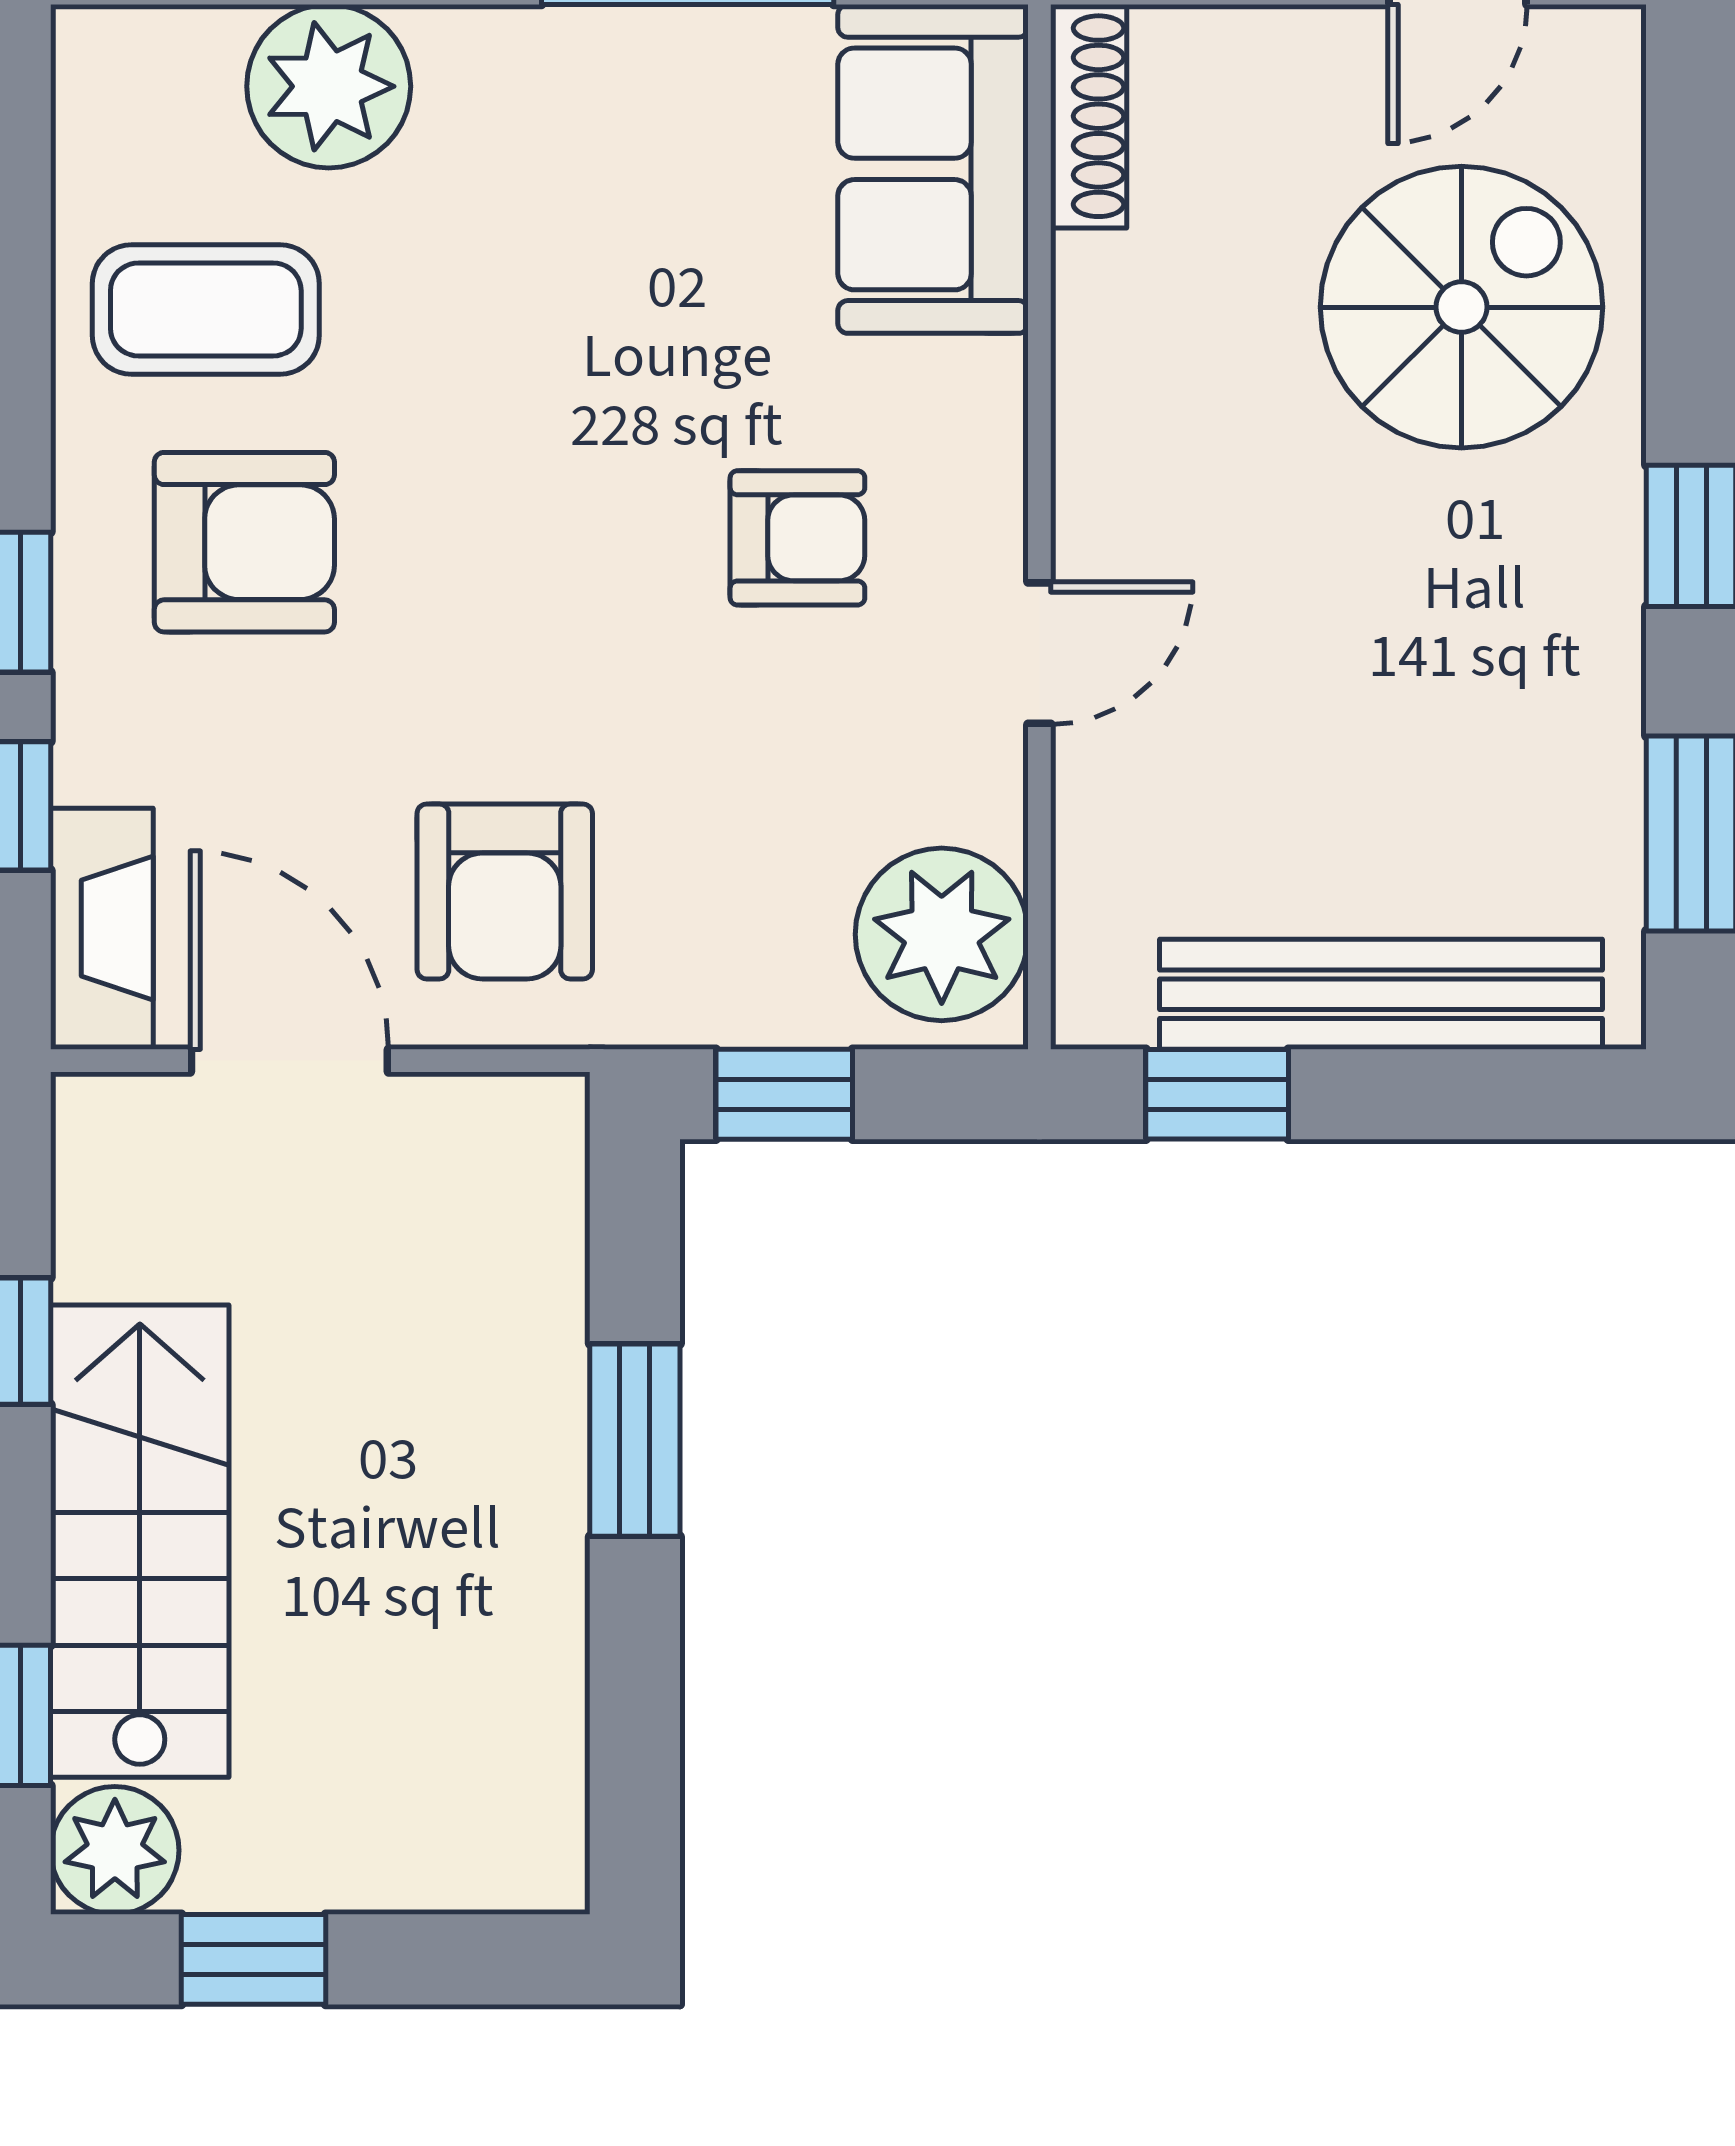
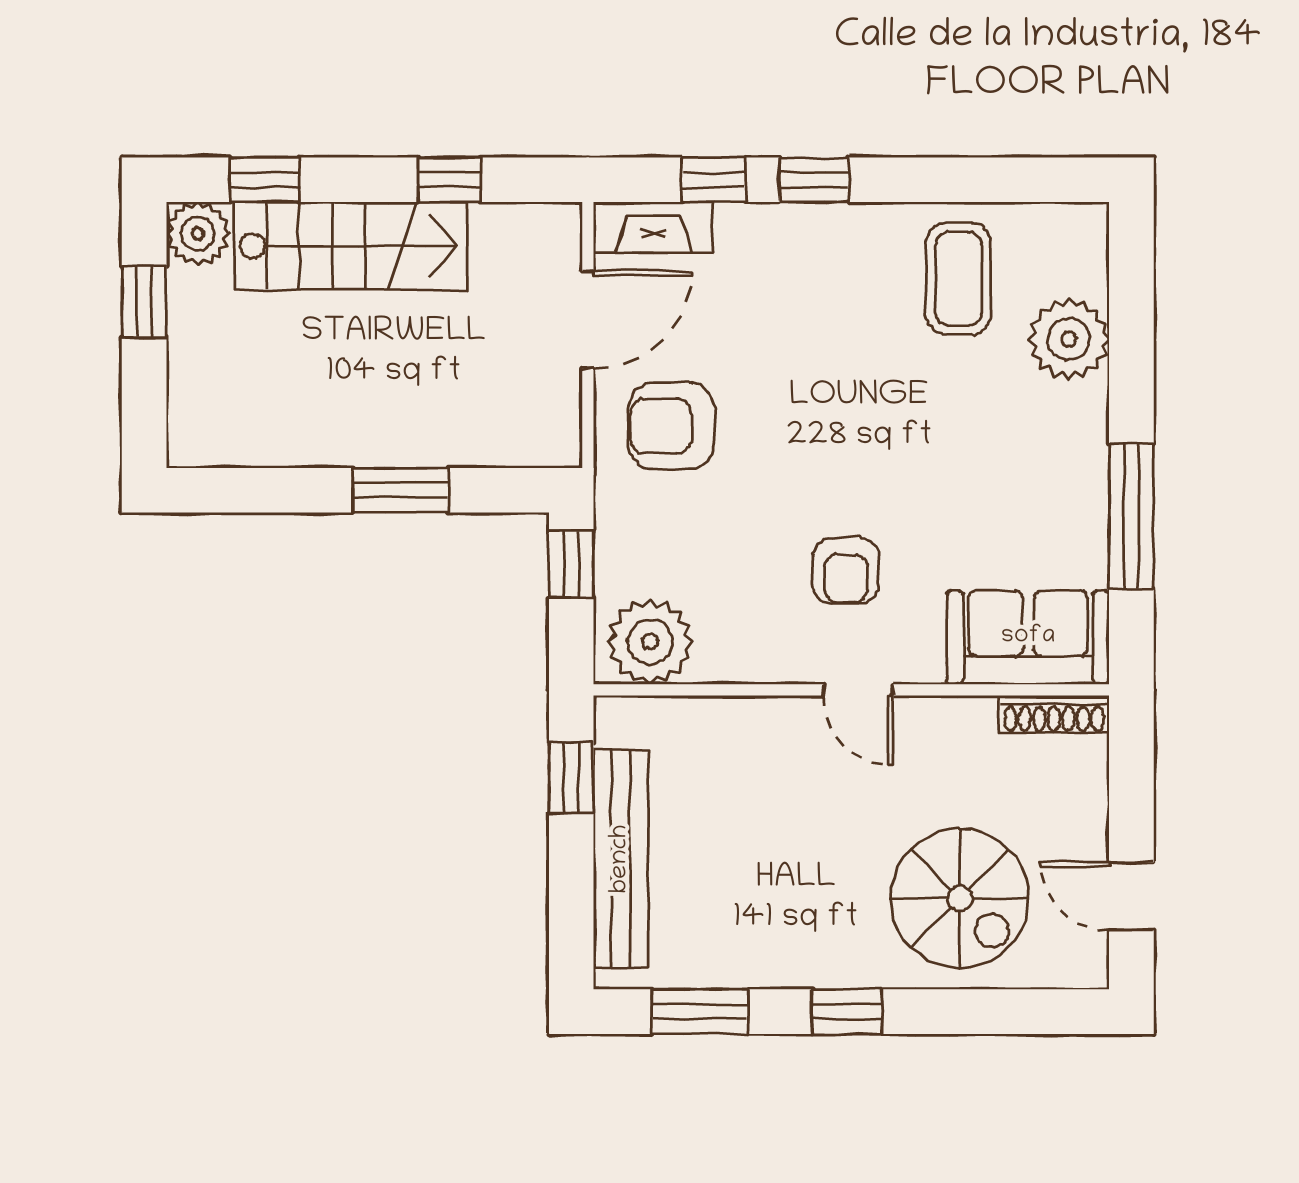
armchair: (244, 542) -> (844, 298), removed
door: (1039, 653) -> (858, 690), moved

